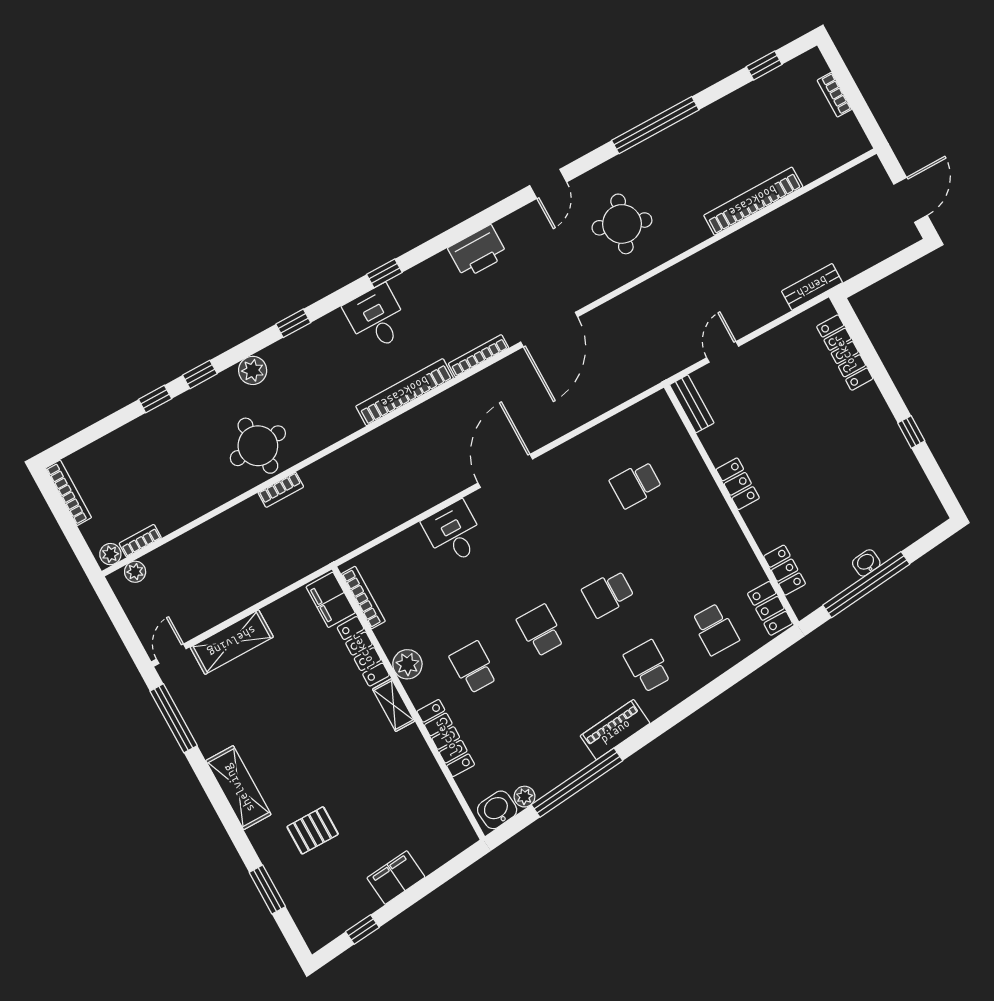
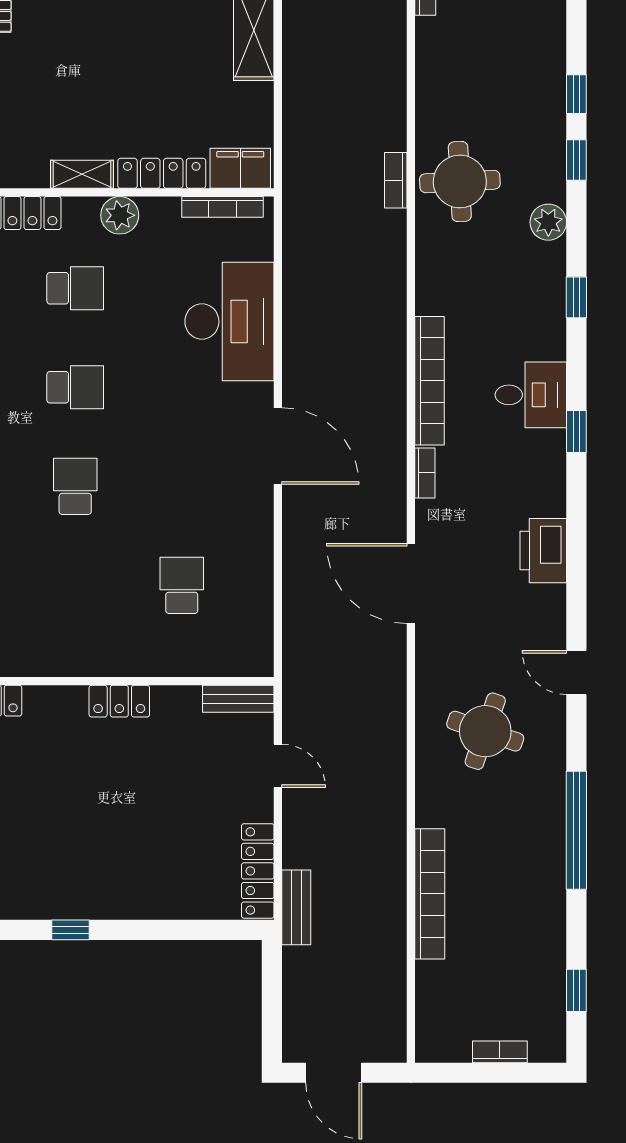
locker: (845, 353) -> (258, 871), moved, turned -90
bookcase: (479, 356) -> (425, 473), width x0.64
desk: (454, 533) -> (229, 322), width x1.87, depth x1.30

